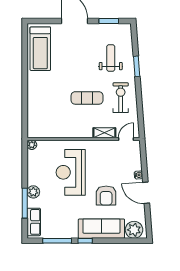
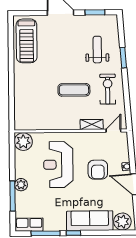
plant: (32, 145) -> (23, 142), width x1.87, depth x1.87
armchair: (106, 196) -> (98, 170), moved
row of seats: (34, 222) -> (29, 225), moved, turned -90

